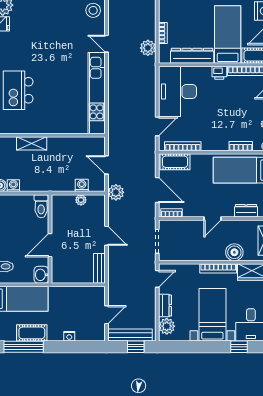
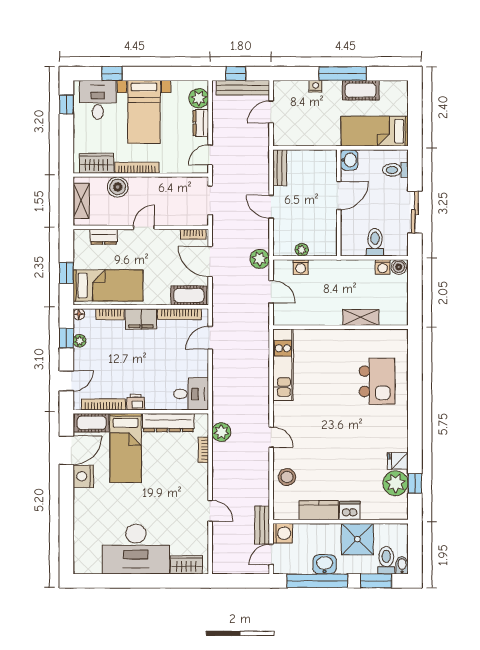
desk: (177, 91) -> (191, 394), width x0.53, depth x0.77
kitchen unit: (97, 93) -> (283, 365), width x0.73
filing cabinet: (215, 142) -> (141, 319), added
toilet: (41, 206) -> (375, 242), moved
window: (24, 347) -> (343, 74), moved

